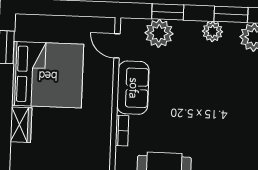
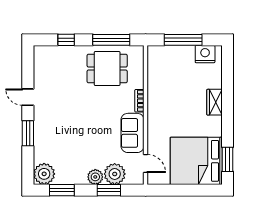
plant: (213, 31) -> (95, 177), moved
bed: (48, 75) -> (196, 161), moved

